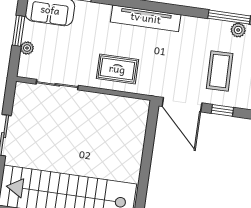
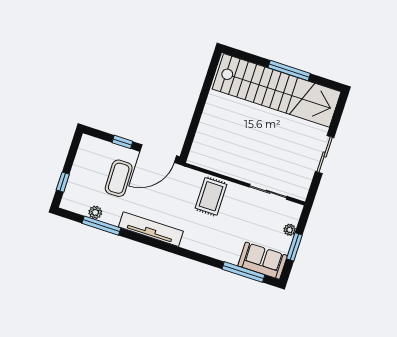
tv unit: (146, 18) -> (151, 229), moved
rug: (117, 69) -> (211, 196), turned 90
door: (182, 105) -> (158, 154), swing flipped

